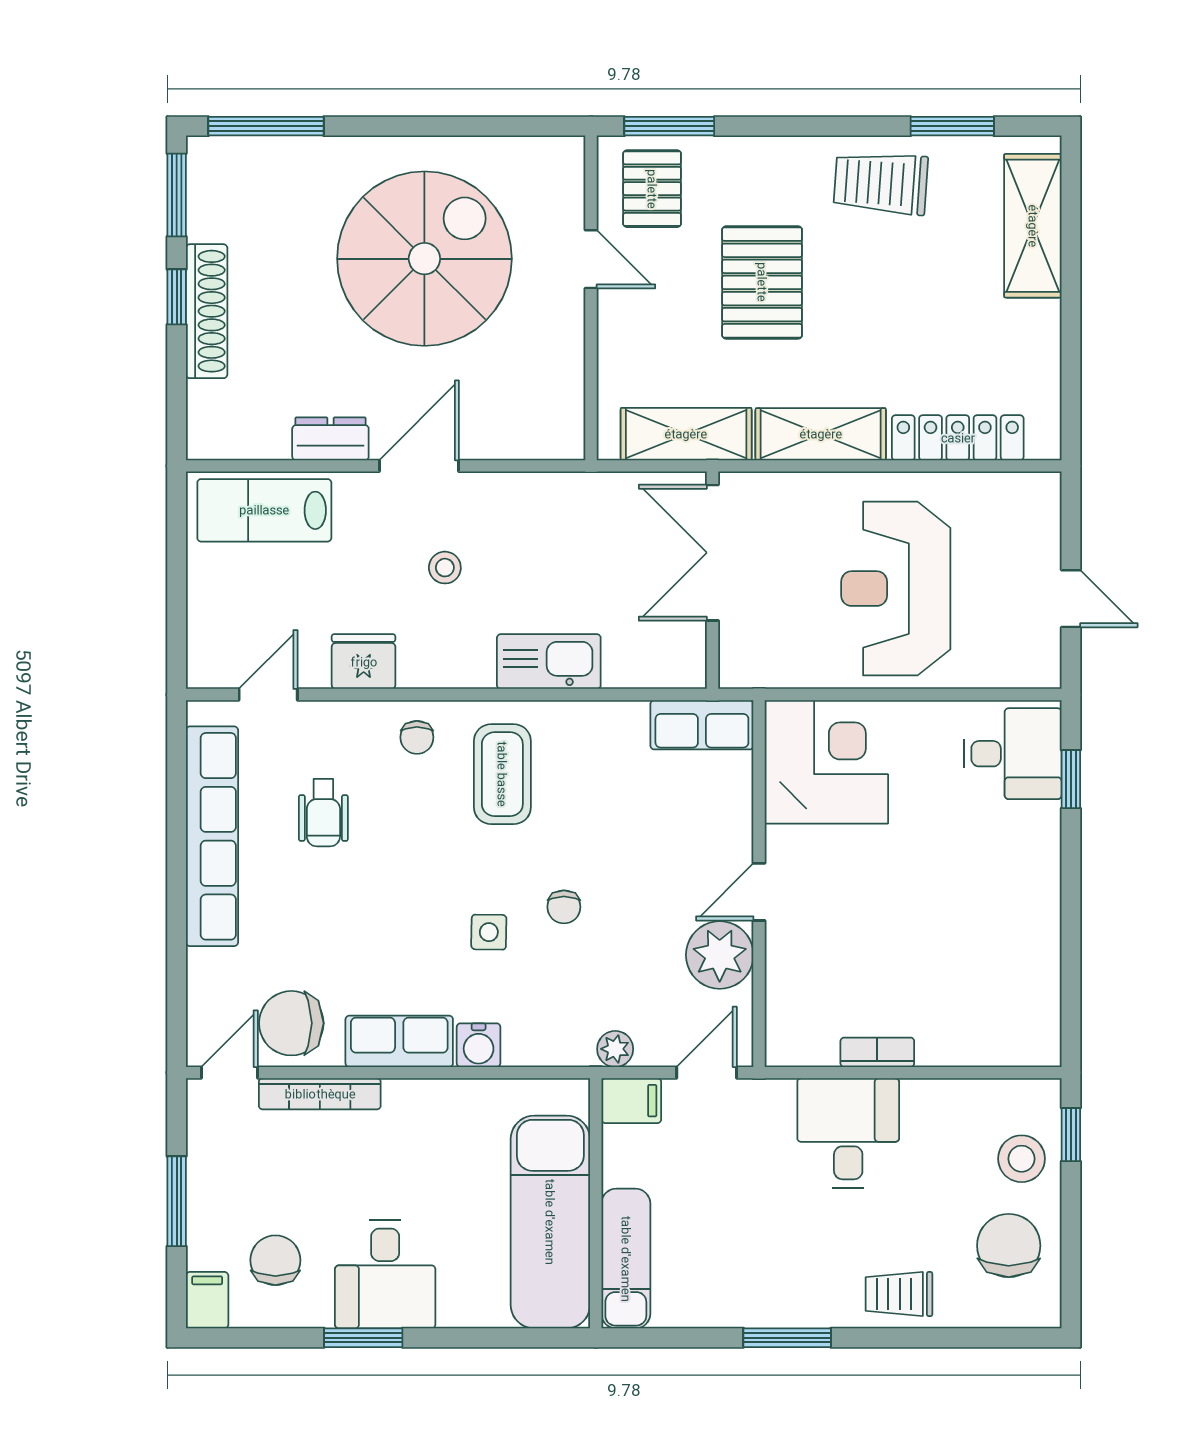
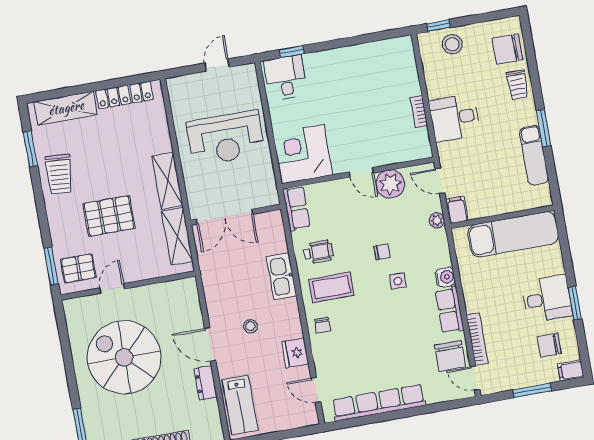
locker: (958, 438) -> (125, 95), moved, turned -90
chair: (417, 737) -> (323, 325), turned 90
wheelchair: (323, 813) -> (318, 252), moved
chair: (1009, 1246) -> (507, 49), moved
exam couch: (626, 1259) -> (534, 155), moved, turned -90

